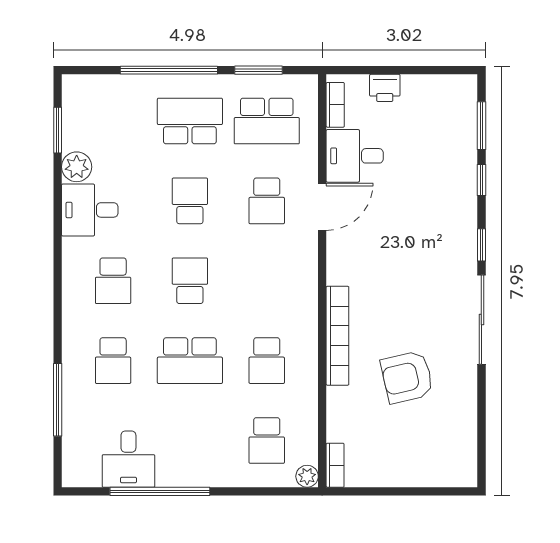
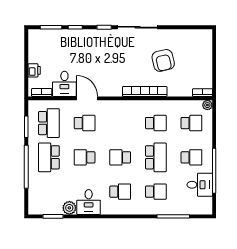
school desk: (190, 441) -> (191, 157), added

